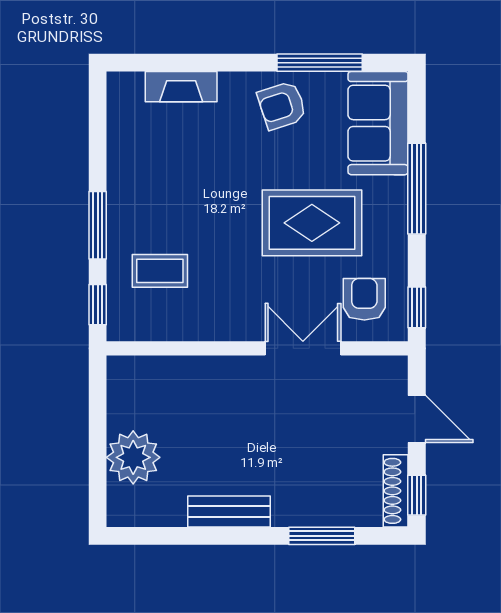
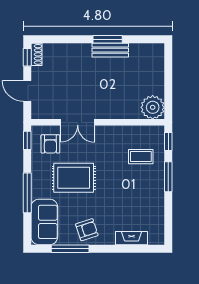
plant: (133, 457) -> (153, 107), moved
shoe rack: (396, 491) -> (37, 54), width x0.70
window: (322, 536) -> (108, 39), moved

